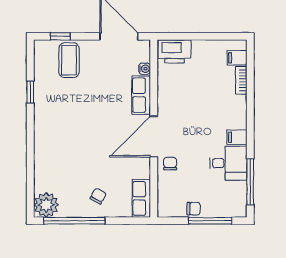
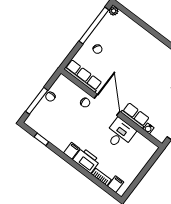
printer: (174, 51) -> (86, 160), moved, turned 90
desk: (228, 163) -> (120, 134), moved, turned 180
window: (250, 182) -> (41, 139), width x0.46
row of seats: (141, 198) -> (83, 76), width x1.48
plant: (46, 205) -> (114, 11), width x0.53, depth x0.53

